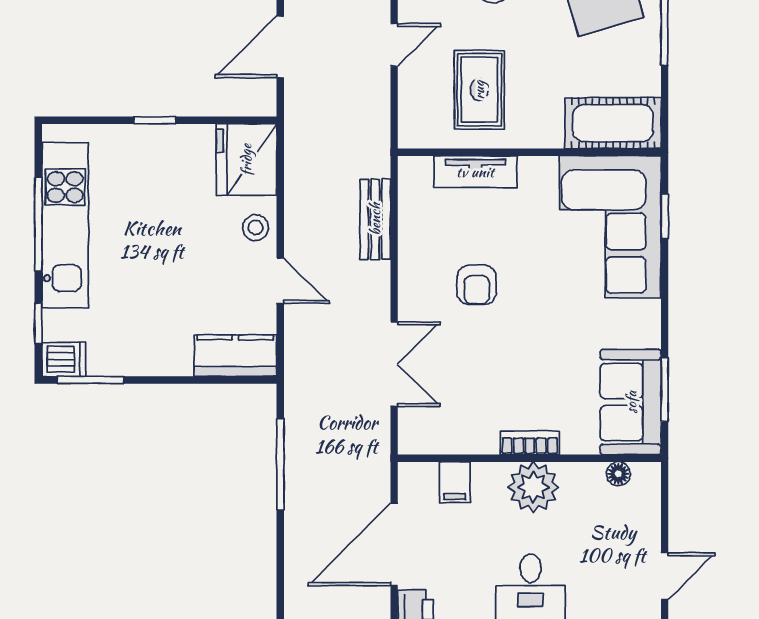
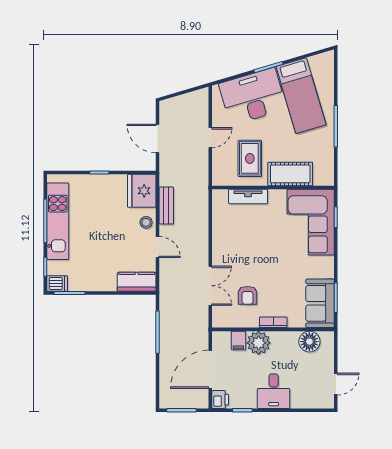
door: (280, 47) -> (158, 139), hinge flipped
cot: (613, 123) -> (290, 174), moved
bench: (375, 219) -> (166, 206), moved
armchair: (477, 285) -> (247, 295), moved
floor lamp: (618, 474) -> (309, 342), width x1.89, depth x1.89
plant: (533, 487) -> (259, 343), moved

